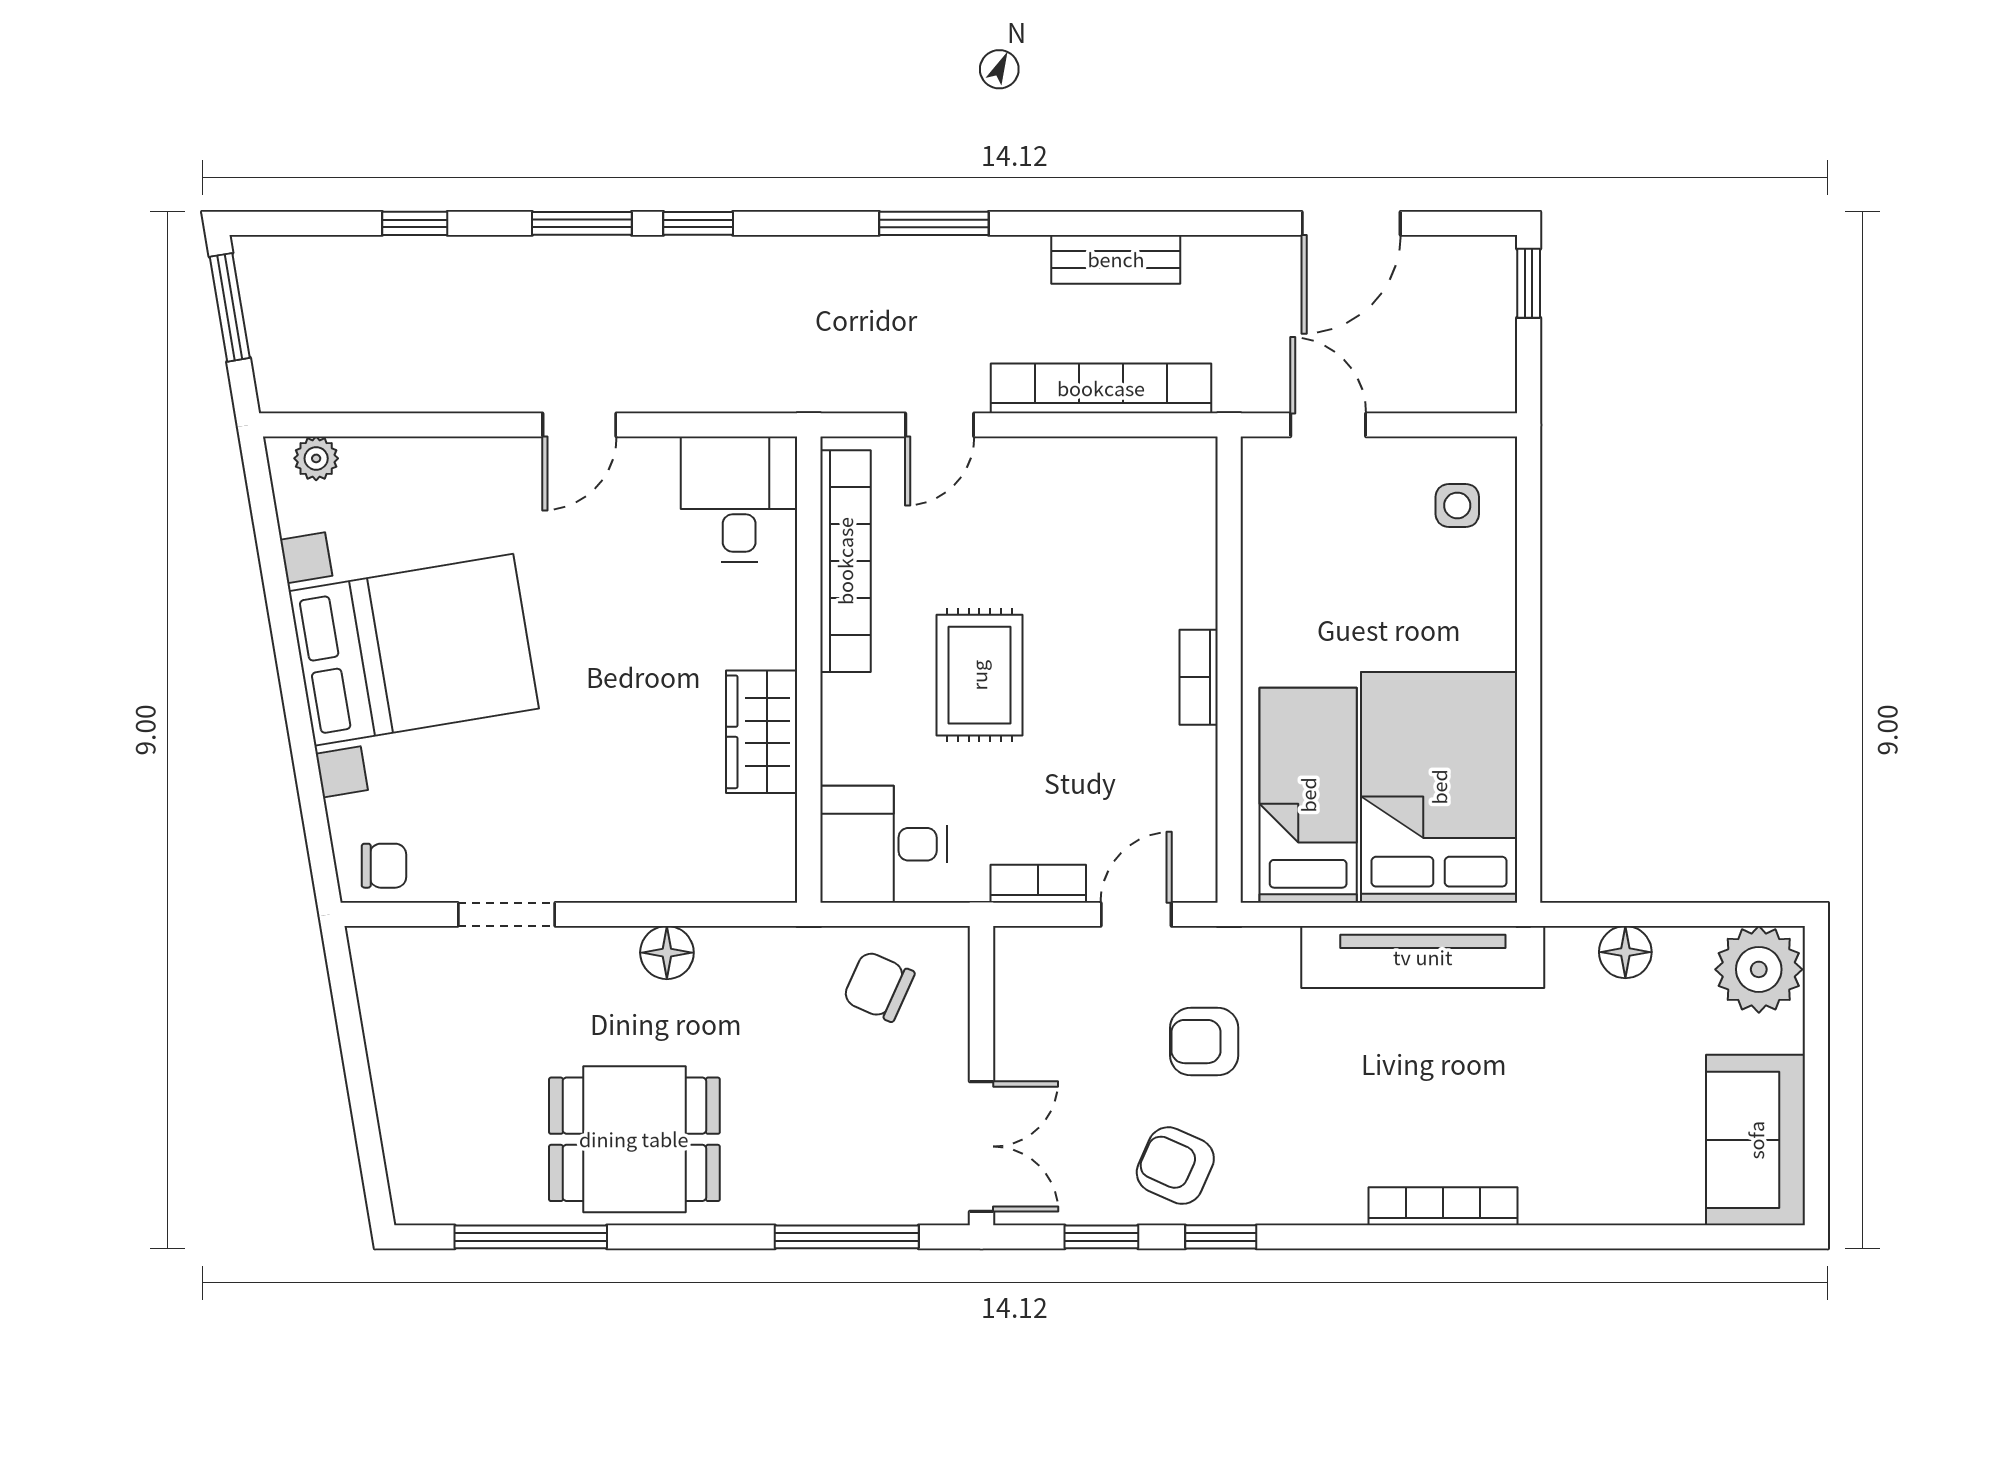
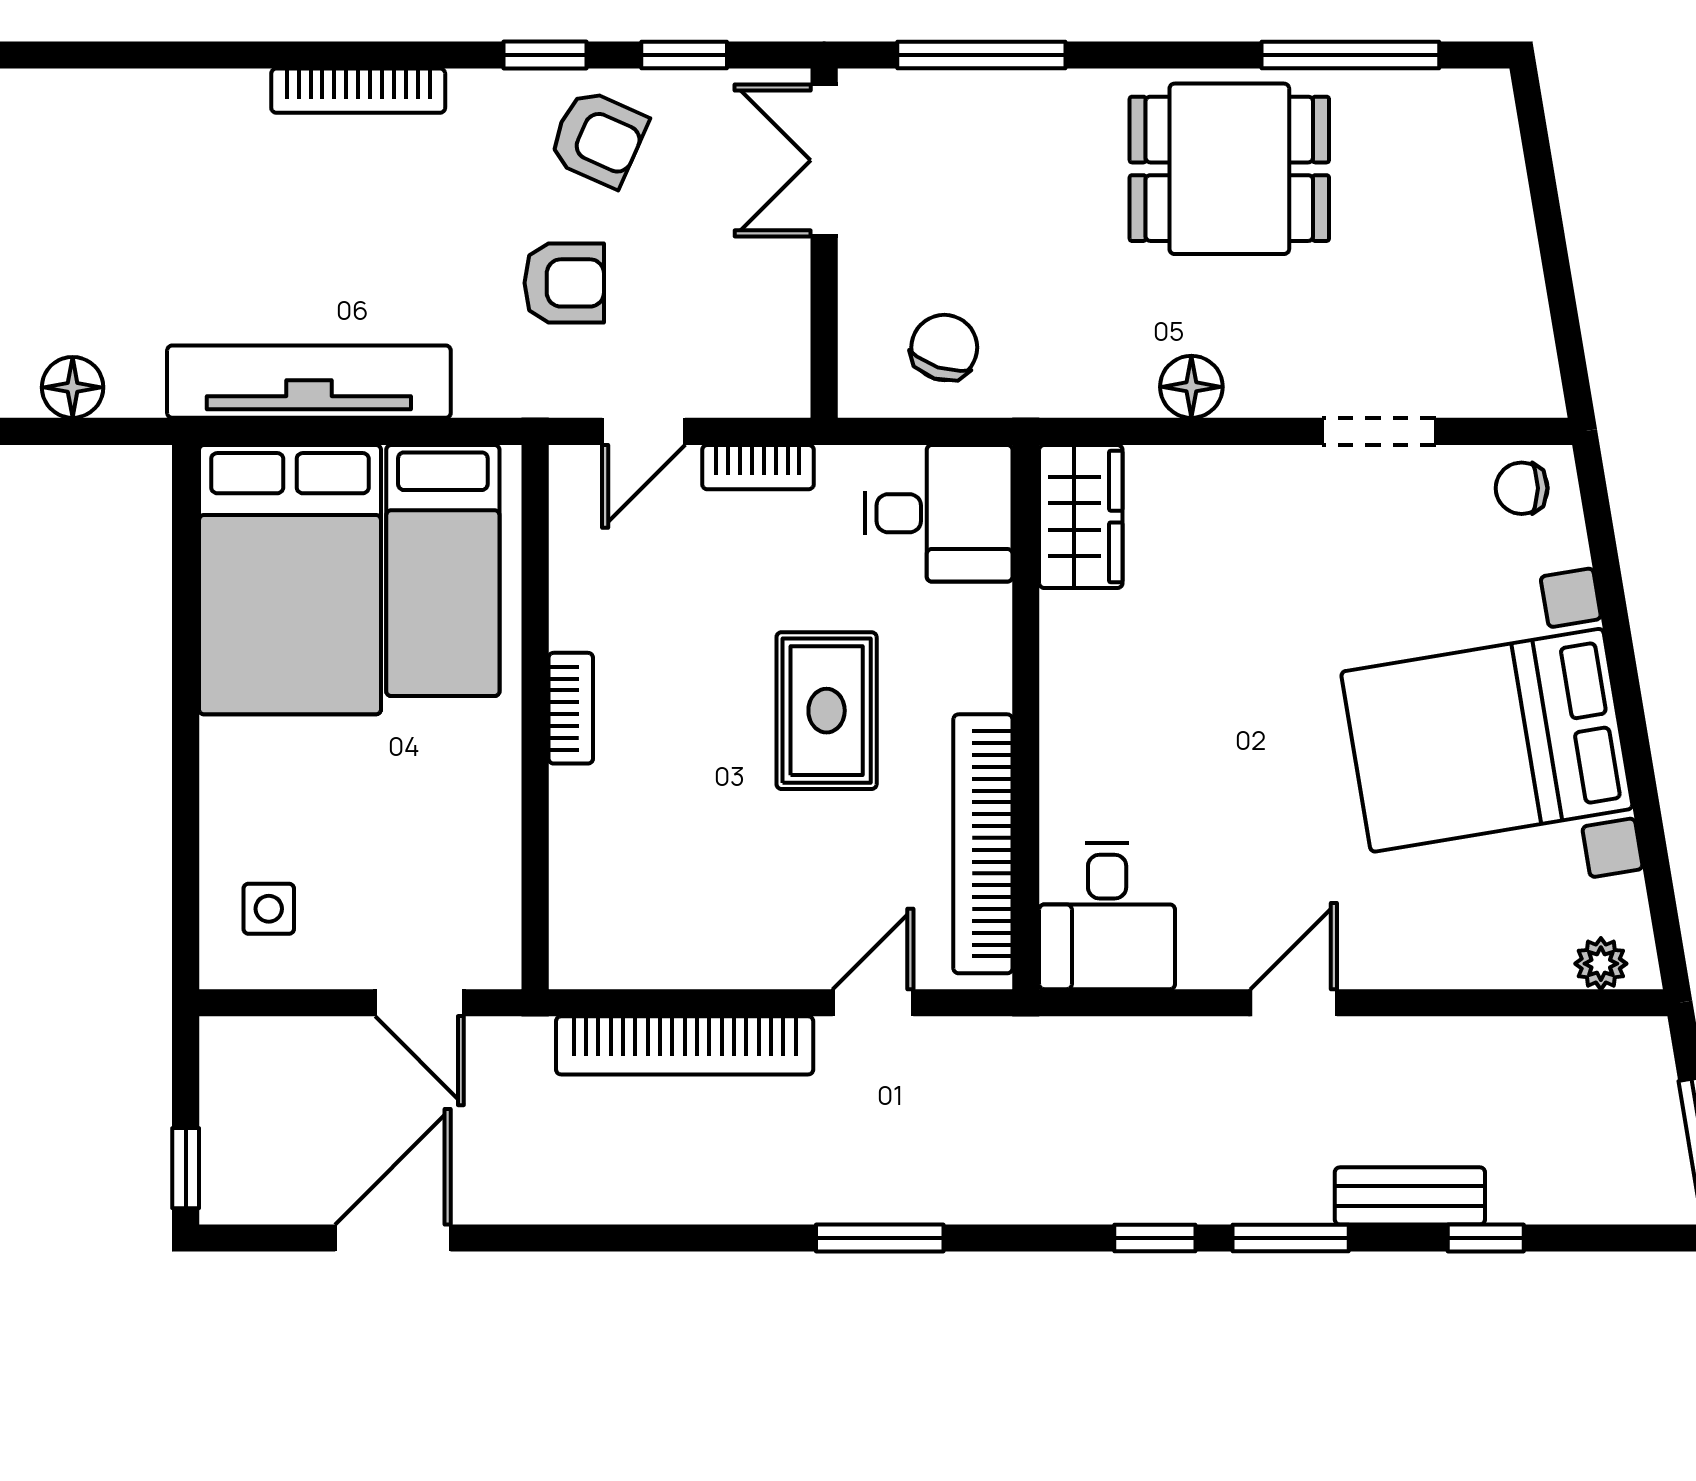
bench: (1116, 259) -> (1410, 1196), moved
wardrobe: (762, 732) -> (1081, 517), moved
chair: (879, 986) -> (944, 347), turned -96
bookcase: (1443, 1206) -> (358, 91), moved

